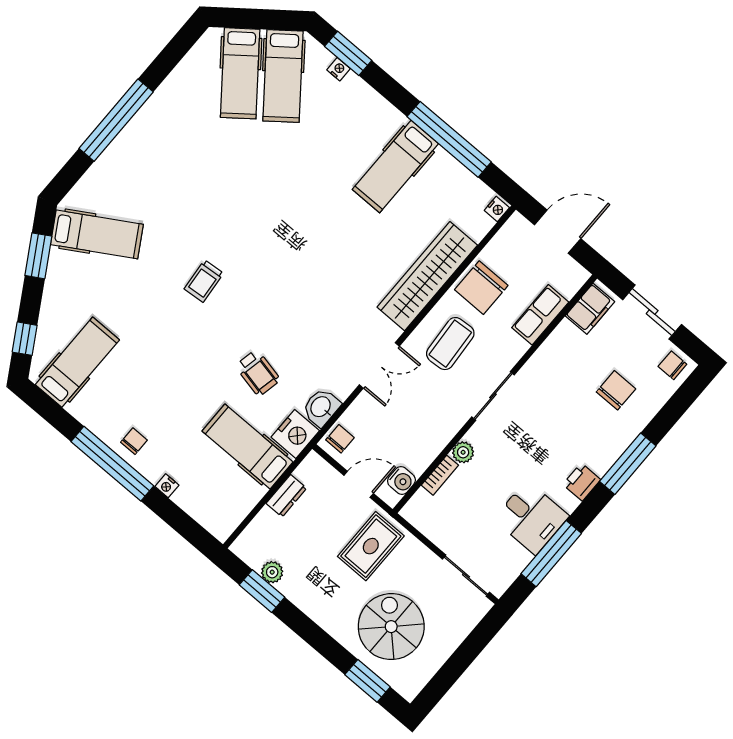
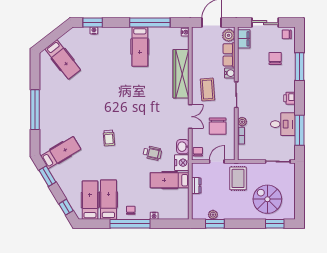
hospital bed: (283, 76) -> (108, 200), moved, turned -142
plant: (569, 280) -> (229, 35), added
chair: (481, 288) -> (218, 126), moved
window: (628, 464) -> (300, 67), moved
water cooler: (401, 481) -> (230, 73), moved

